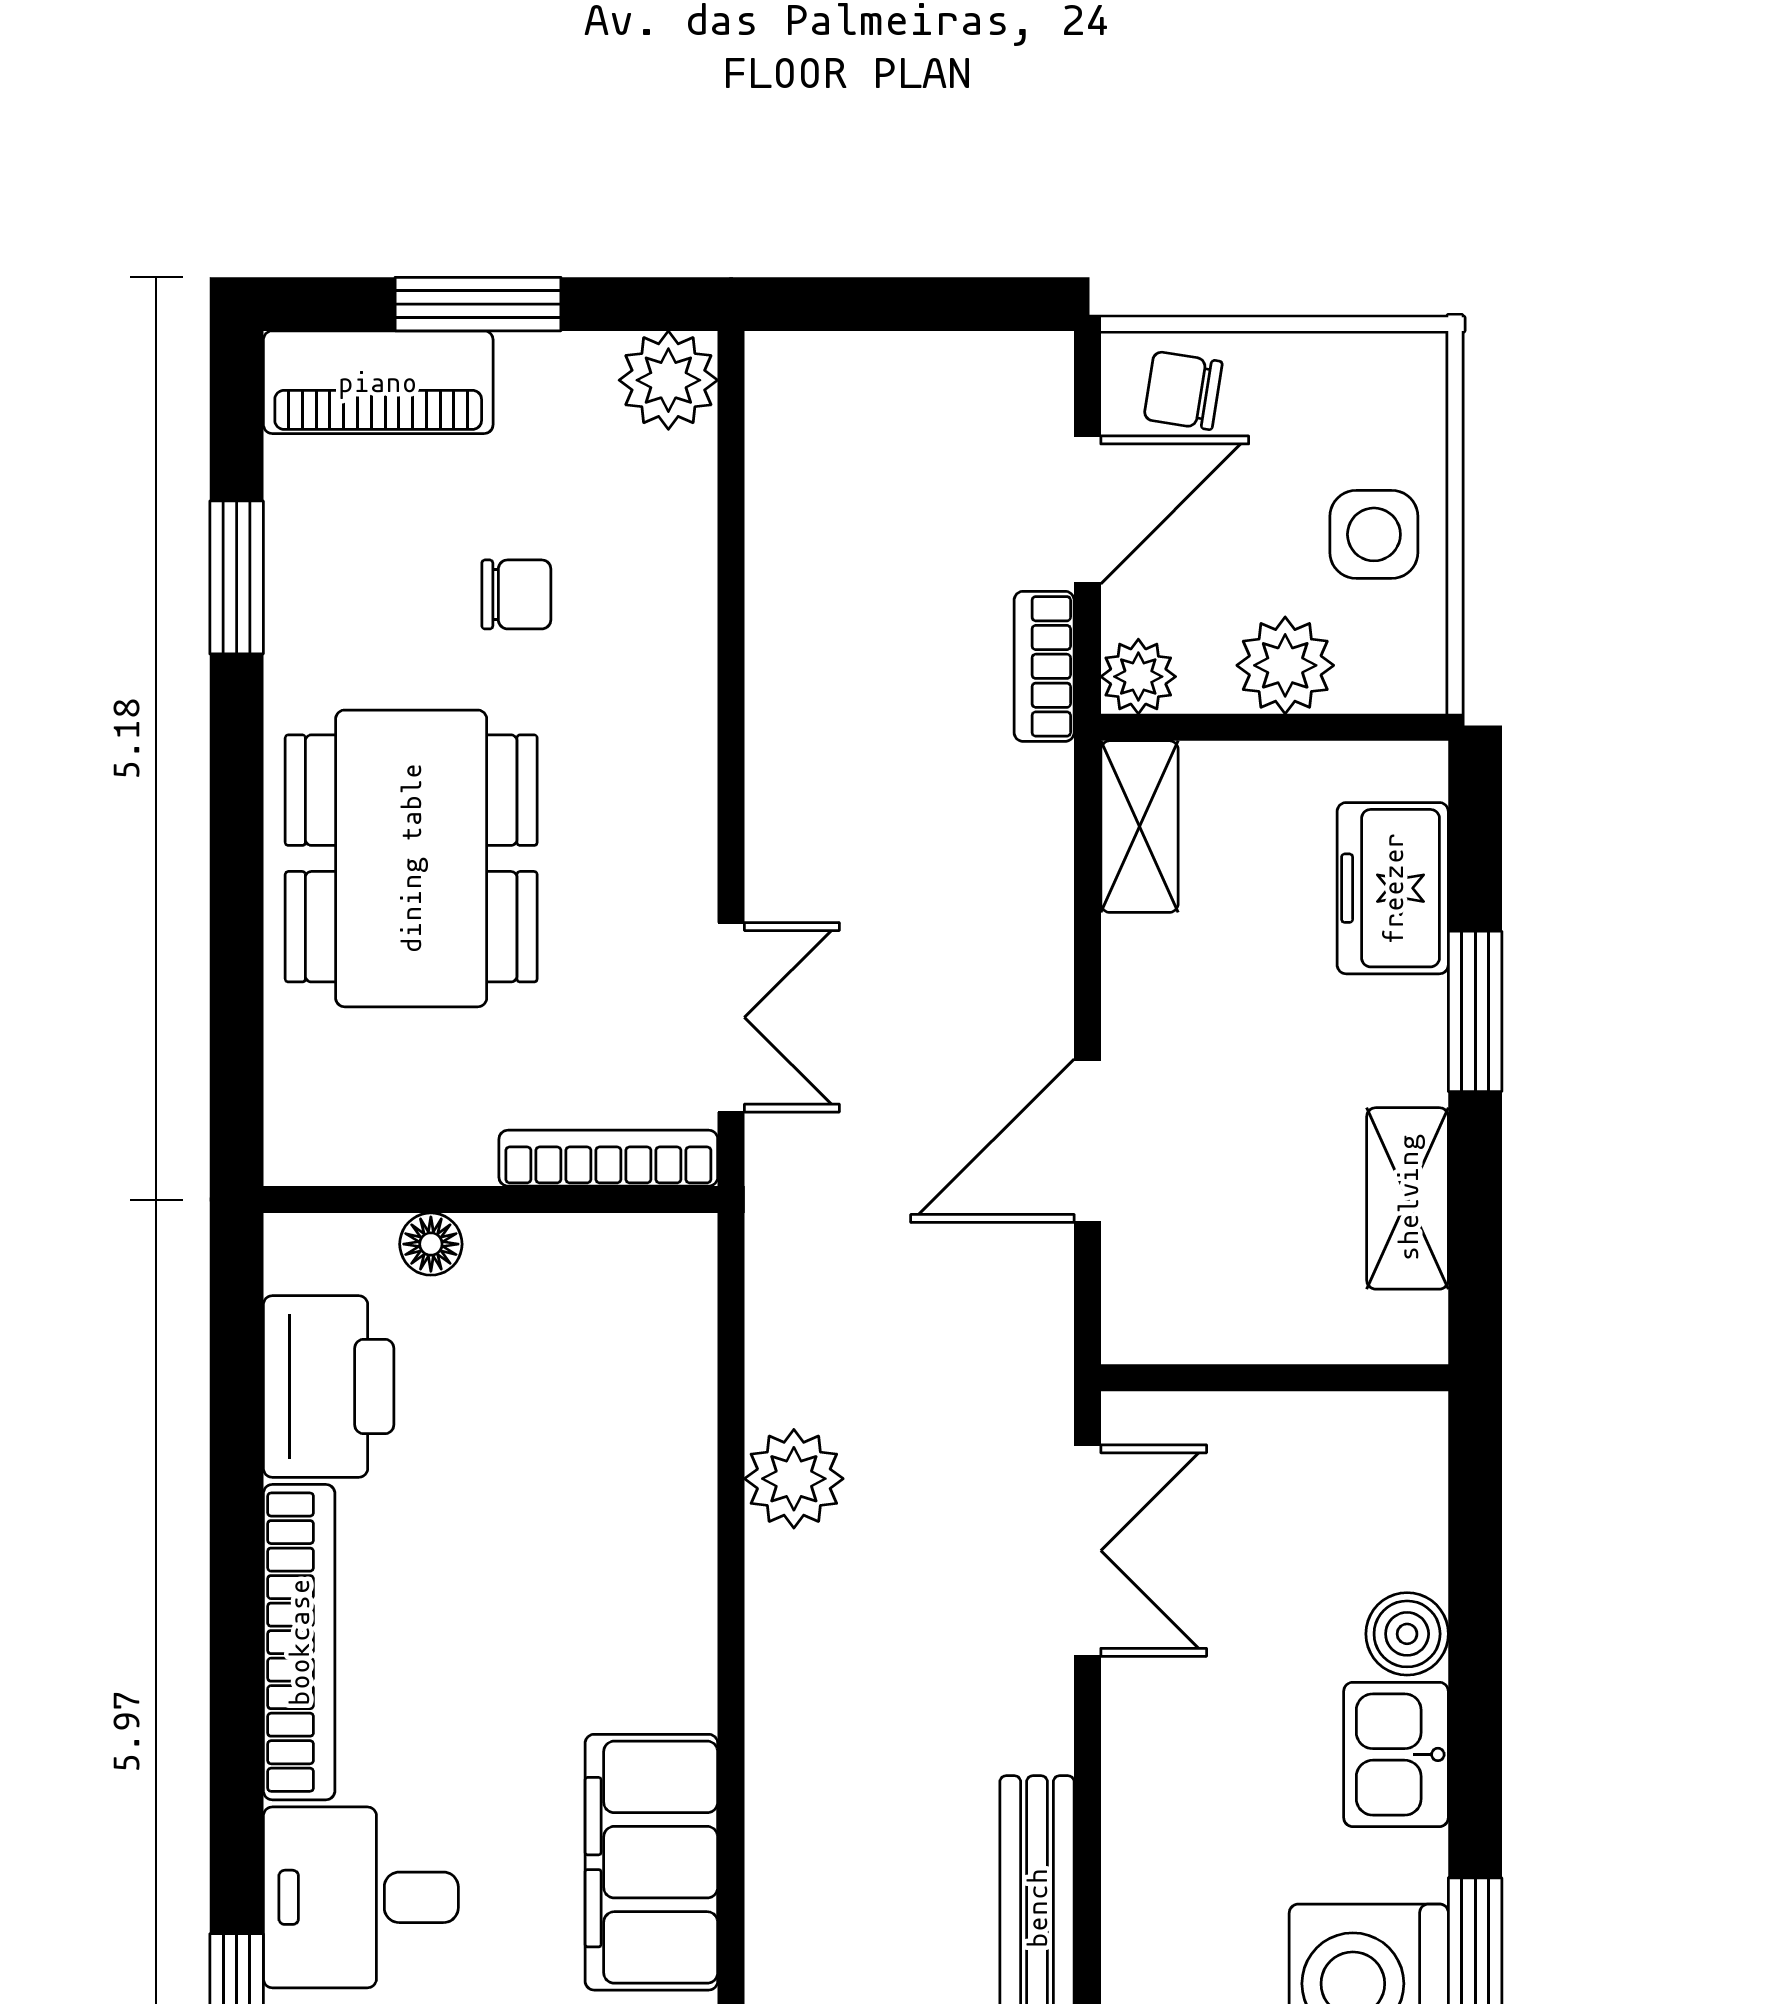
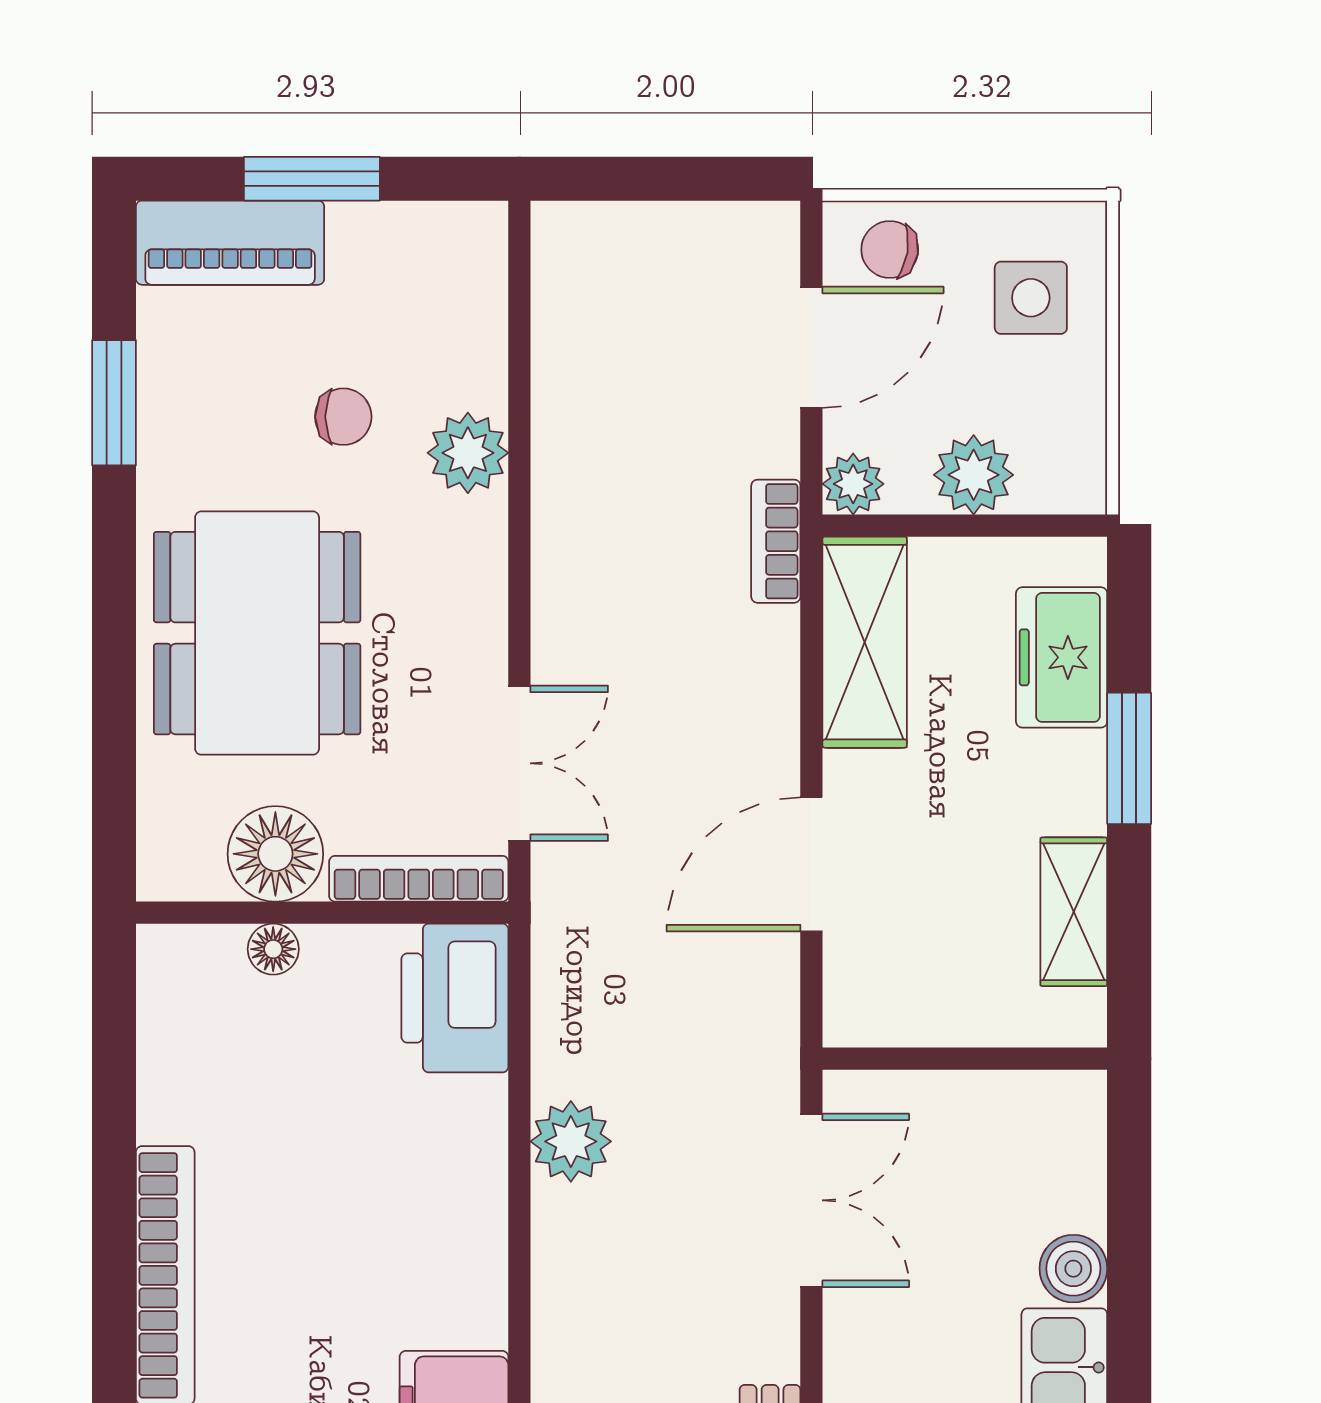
plant: (668, 380) -> (468, 453), moved
side table: (1374, 534) -> (1031, 298), moved
bookcase: (1044, 666) -> (776, 541), moved
shelving: (1140, 827) -> (865, 642), width x1.50, depth x1.33
floor lamp: (434, 1128) -> (275, 854), added
printer: (329, 1387) -> (455, 998), moved, turned 180

